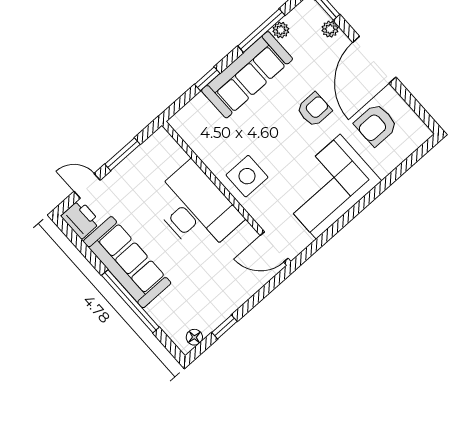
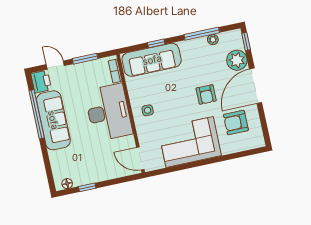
plant: (330, 29) -> (237, 60), width x1.87, depth x1.87
sofa: (247, 75) -> (152, 60), moved
armchair: (314, 110) -> (206, 94), turned 90
bookcase: (173, 148) -> (115, 71), added
side table: (247, 176) -> (148, 110), width x0.54, depth x0.54
window: (130, 301) -> (37, 114), moved

